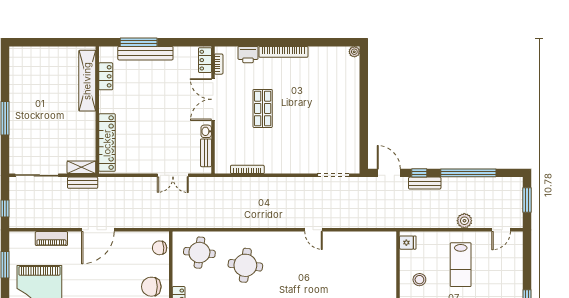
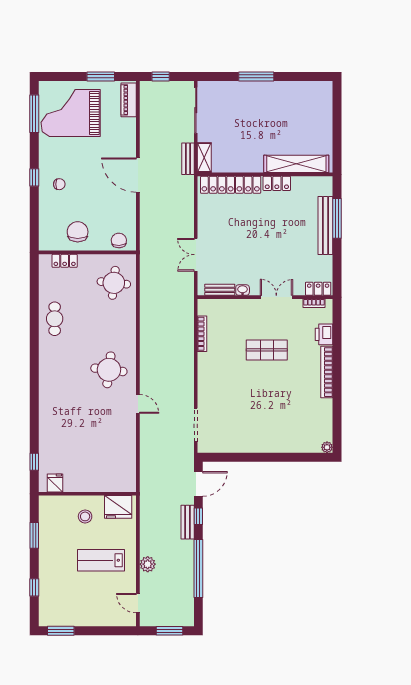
locker: (106, 76) -> (277, 183), moved
double door: (213, 99) -> (276, 297), width x0.73
door: (313, 230) -> (138, 404), swing flipped
piano: (51, 239) -> (129, 100), moved
fridge: (408, 243) -> (118, 507), width x1.88, depth x1.34
round table: (245, 265) -> (109, 370), moved

